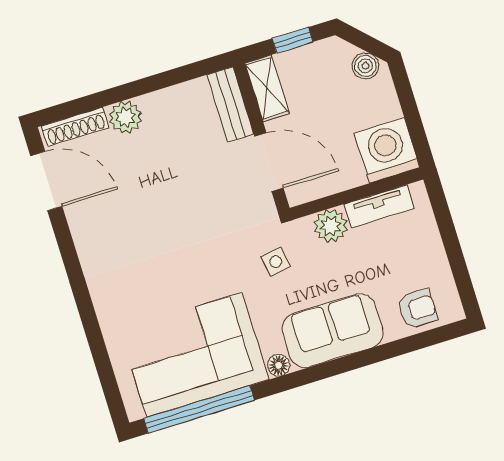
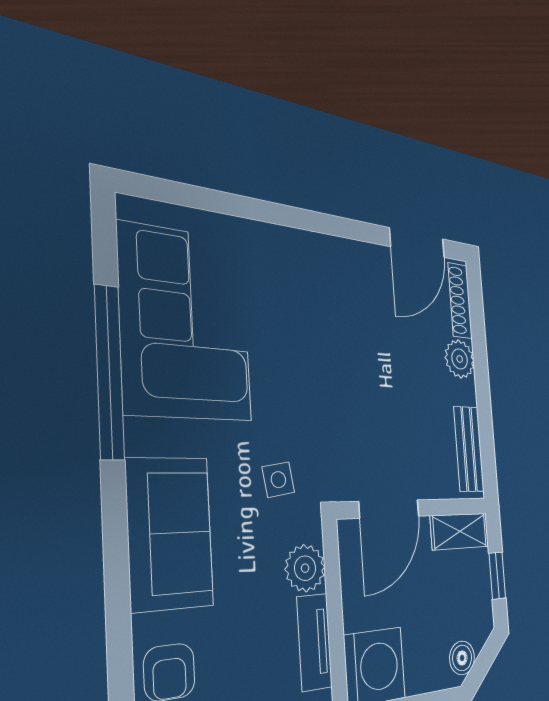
bench: (231, 105) -> (469, 449), moved, turned 90
floor lamp: (279, 365) -> (140, 437), removed
window: (199, 409) -> (109, 372), moved

